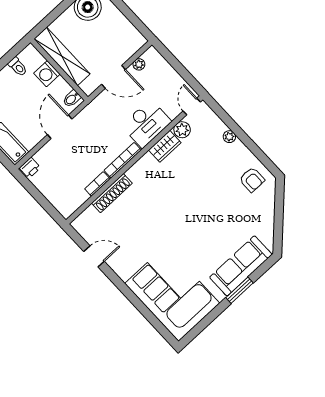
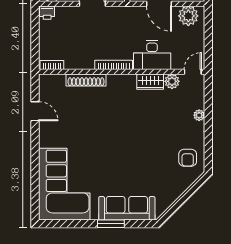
plant: (139, 64) -> (188, 16), width x1.87, depth x1.87
bookcase: (97, 184) -> (52, 65), moved

